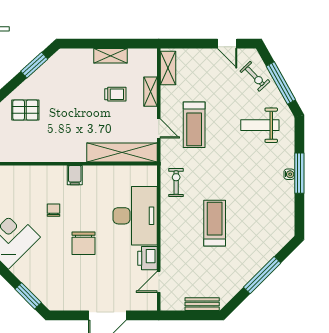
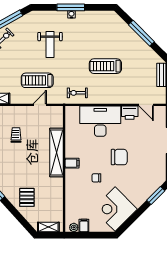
shelving: (151, 92) -> (14, 111), removed
treadmill: (194, 125) -> (37, 80), turned 180
weight bench: (260, 125) -> (50, 44), moved
shelving: (122, 153) -> (56, 152), moved

